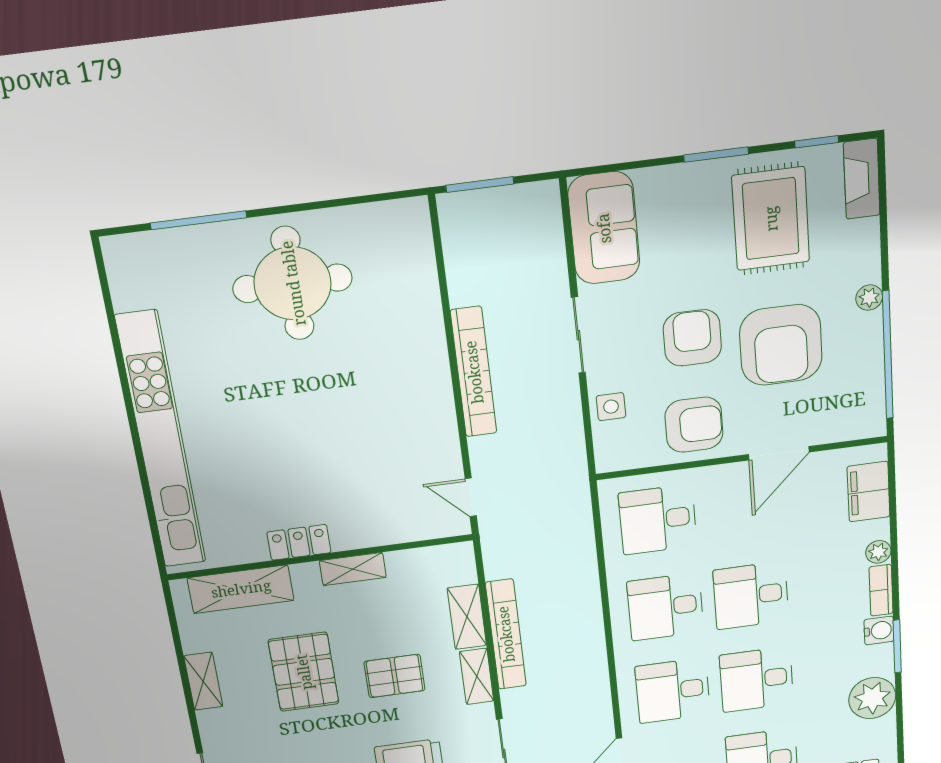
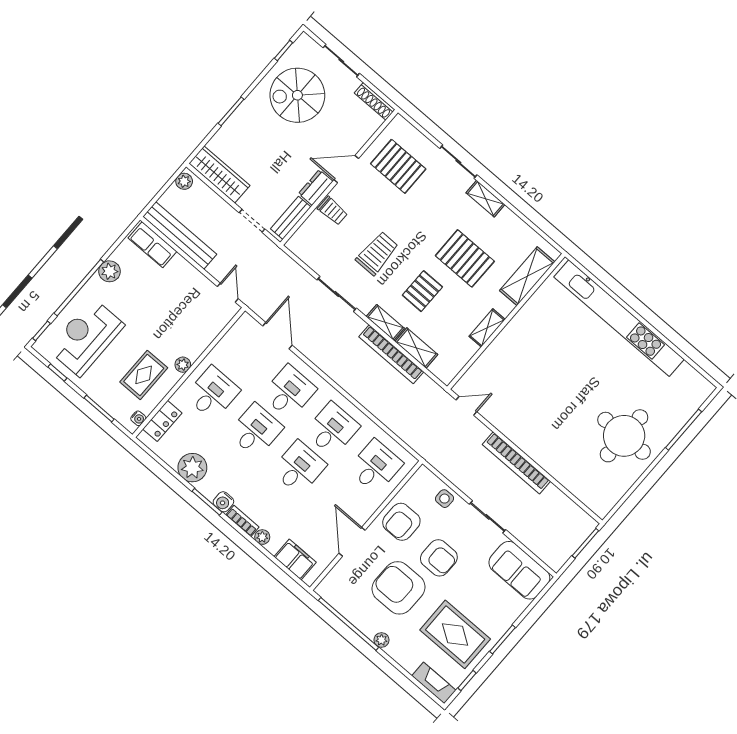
locker: (299, 542) -> (521, 321), removed
shelving: (203, 681) -> (485, 199), moved

